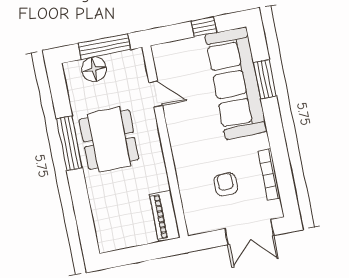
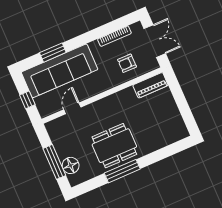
door: (156, 94) -> (72, 108), moved
wall: (165, 142) -> (102, 96), moved
piano: (165, 216) -> (150, 85), moved

